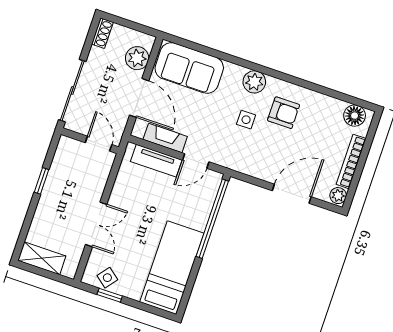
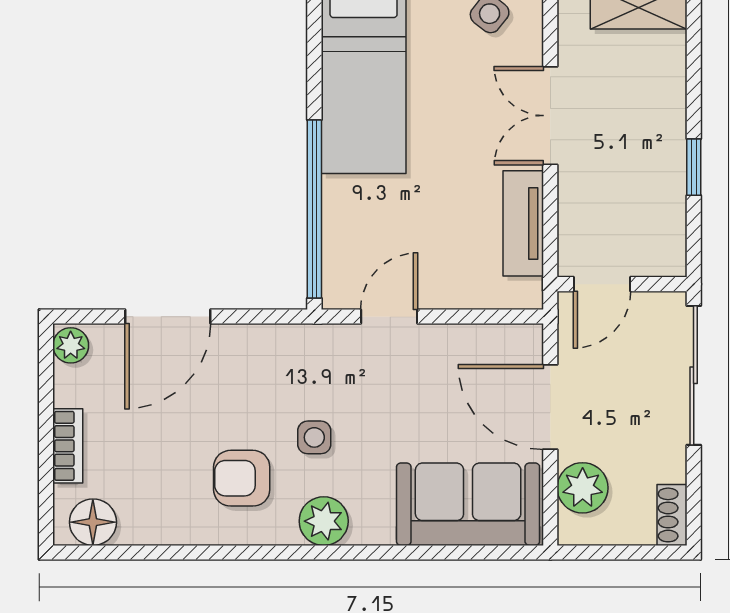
fireplace: (165, 138) -> (468, 343), removed
door: (99, 144) -> (602, 284), hinge flipped
tv unit: (156, 161) -> (523, 223), moved, turned -90
bookcase: (351, 161) -> (68, 446), width x0.64

